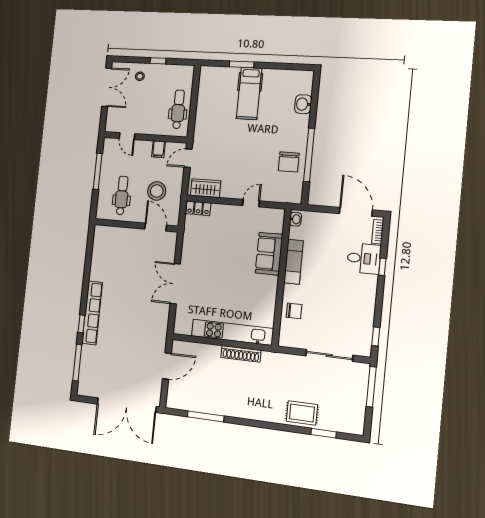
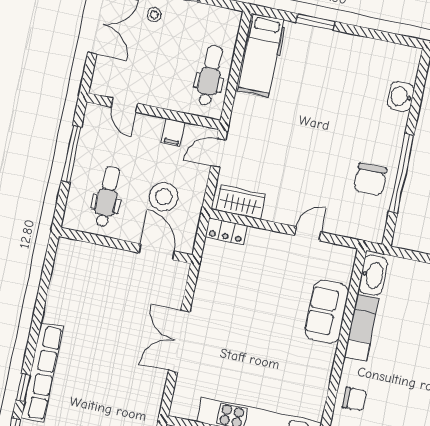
hospital bed: (249, 93) -> (261, 55), moved
washbasin: (296, 219) -> (373, 275), width x1.91, depth x1.45

